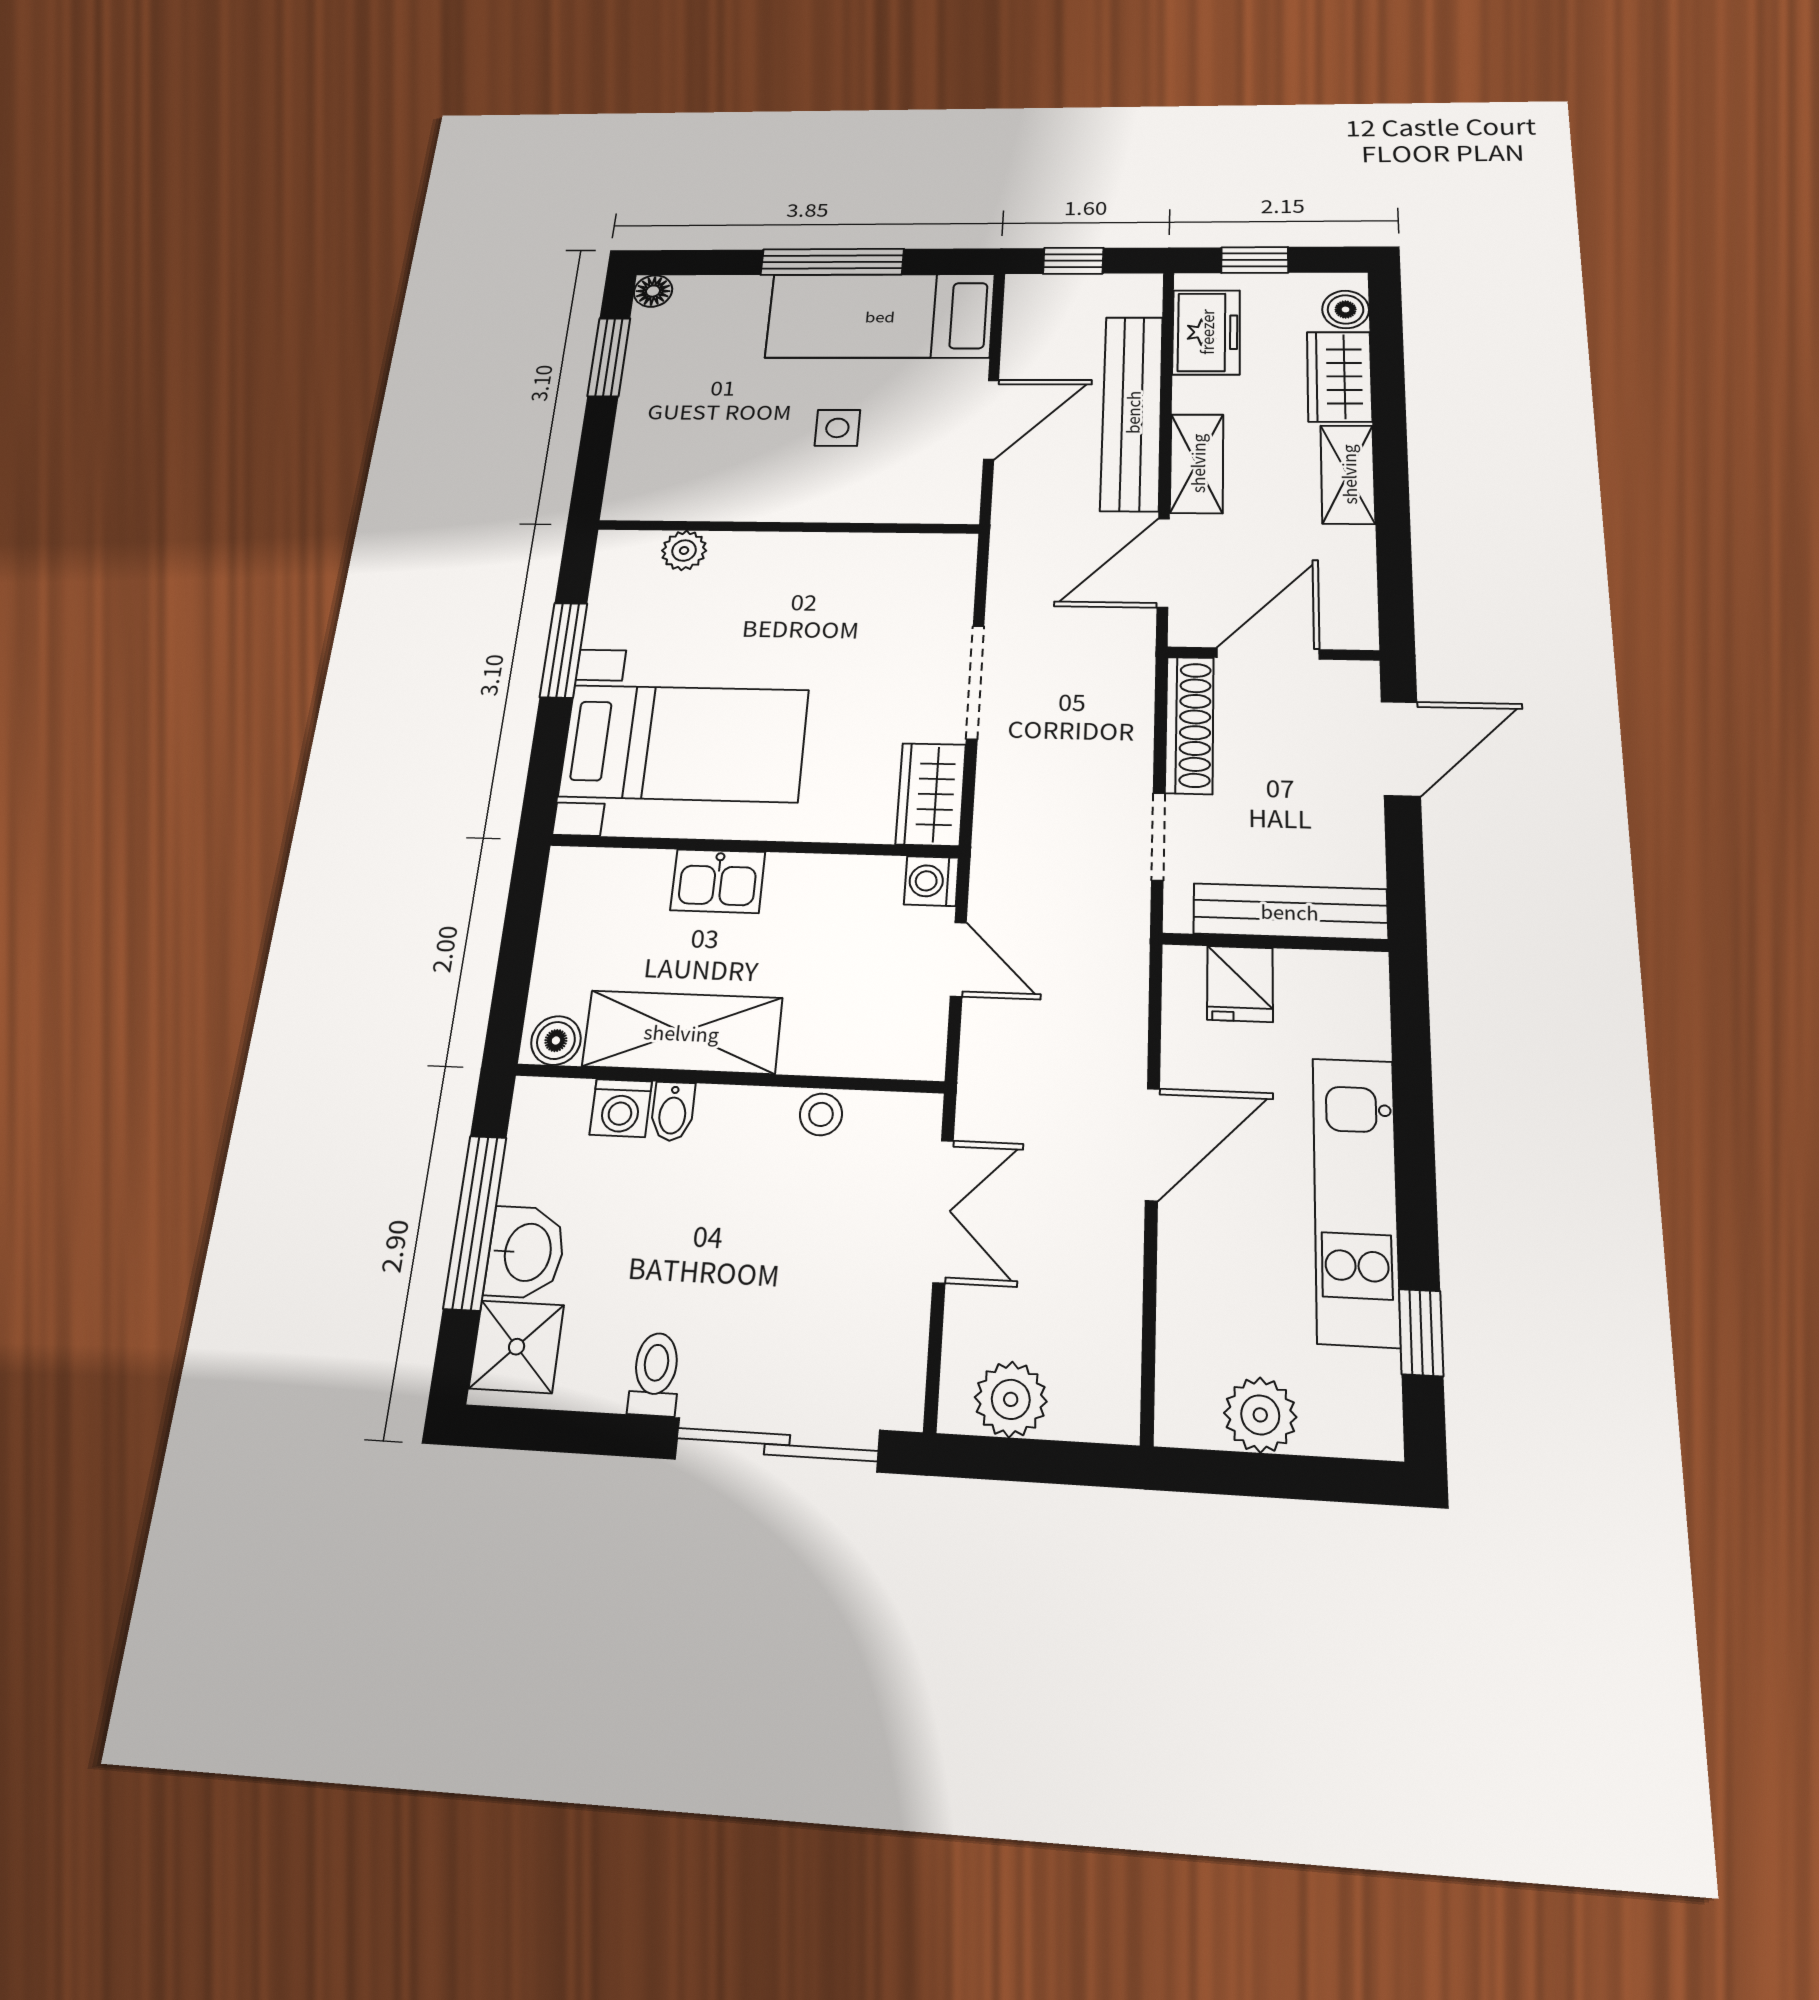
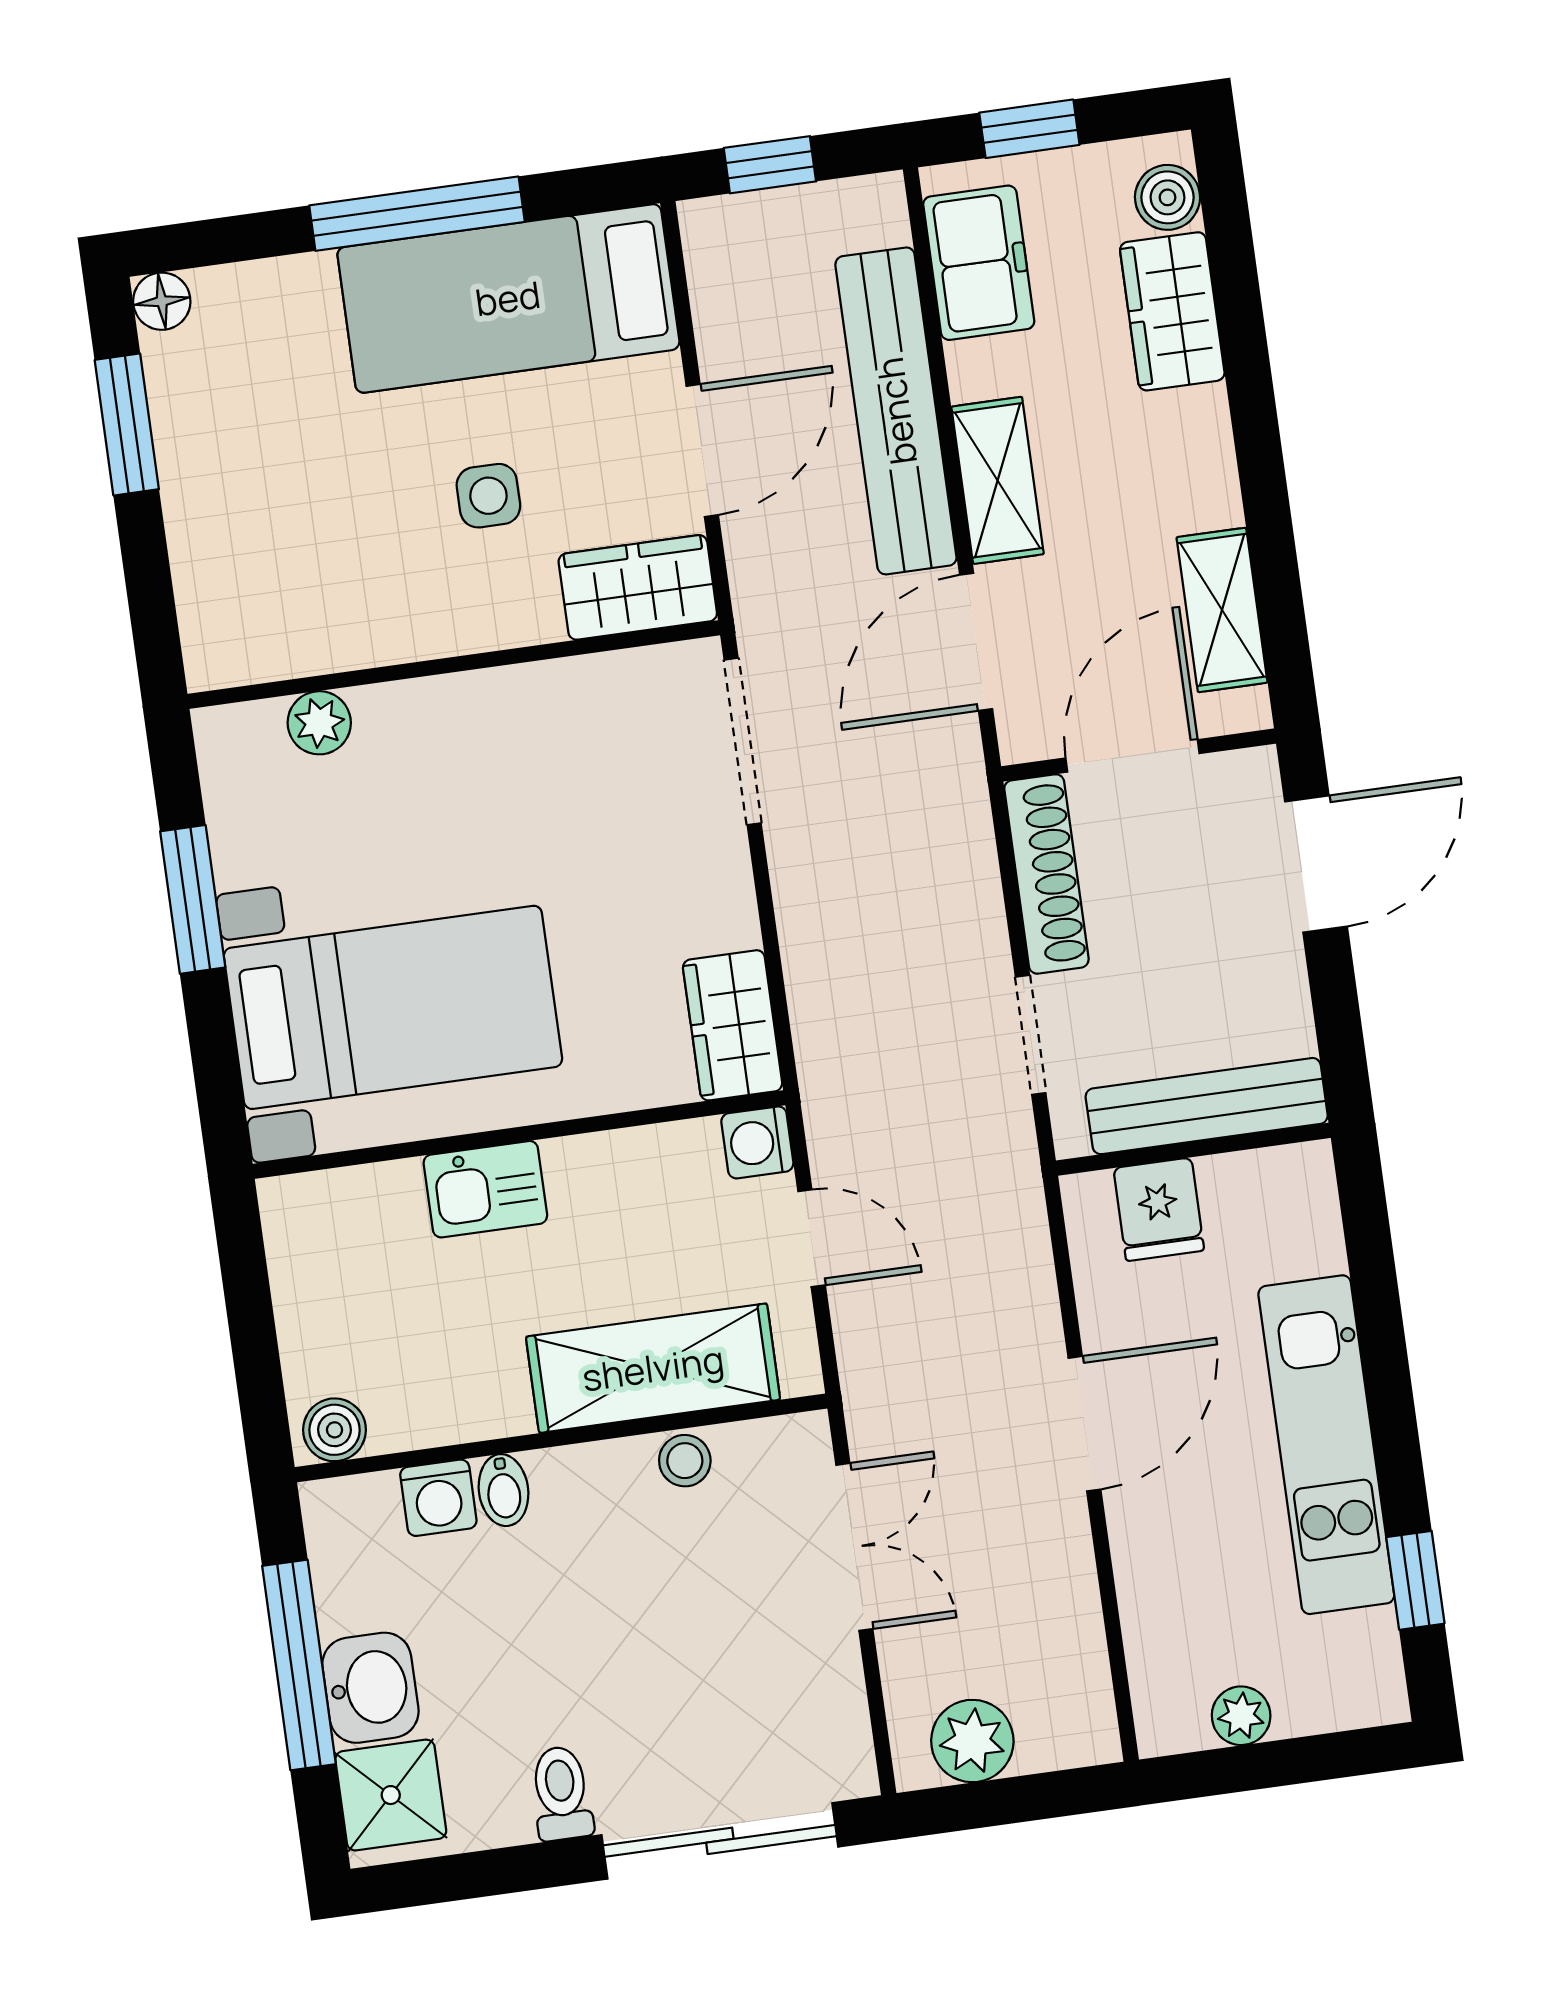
shelving: (1348, 474) -> (1222, 610), moved
wardrobe: (927, 496) -> (638, 587), added
doorway: (975, 682) -> (743, 741), moved
shelving: (682, 1032) -> (653, 1368), moved
plant: (1260, 1415) -> (1241, 1716), width x0.73, depth x0.73

